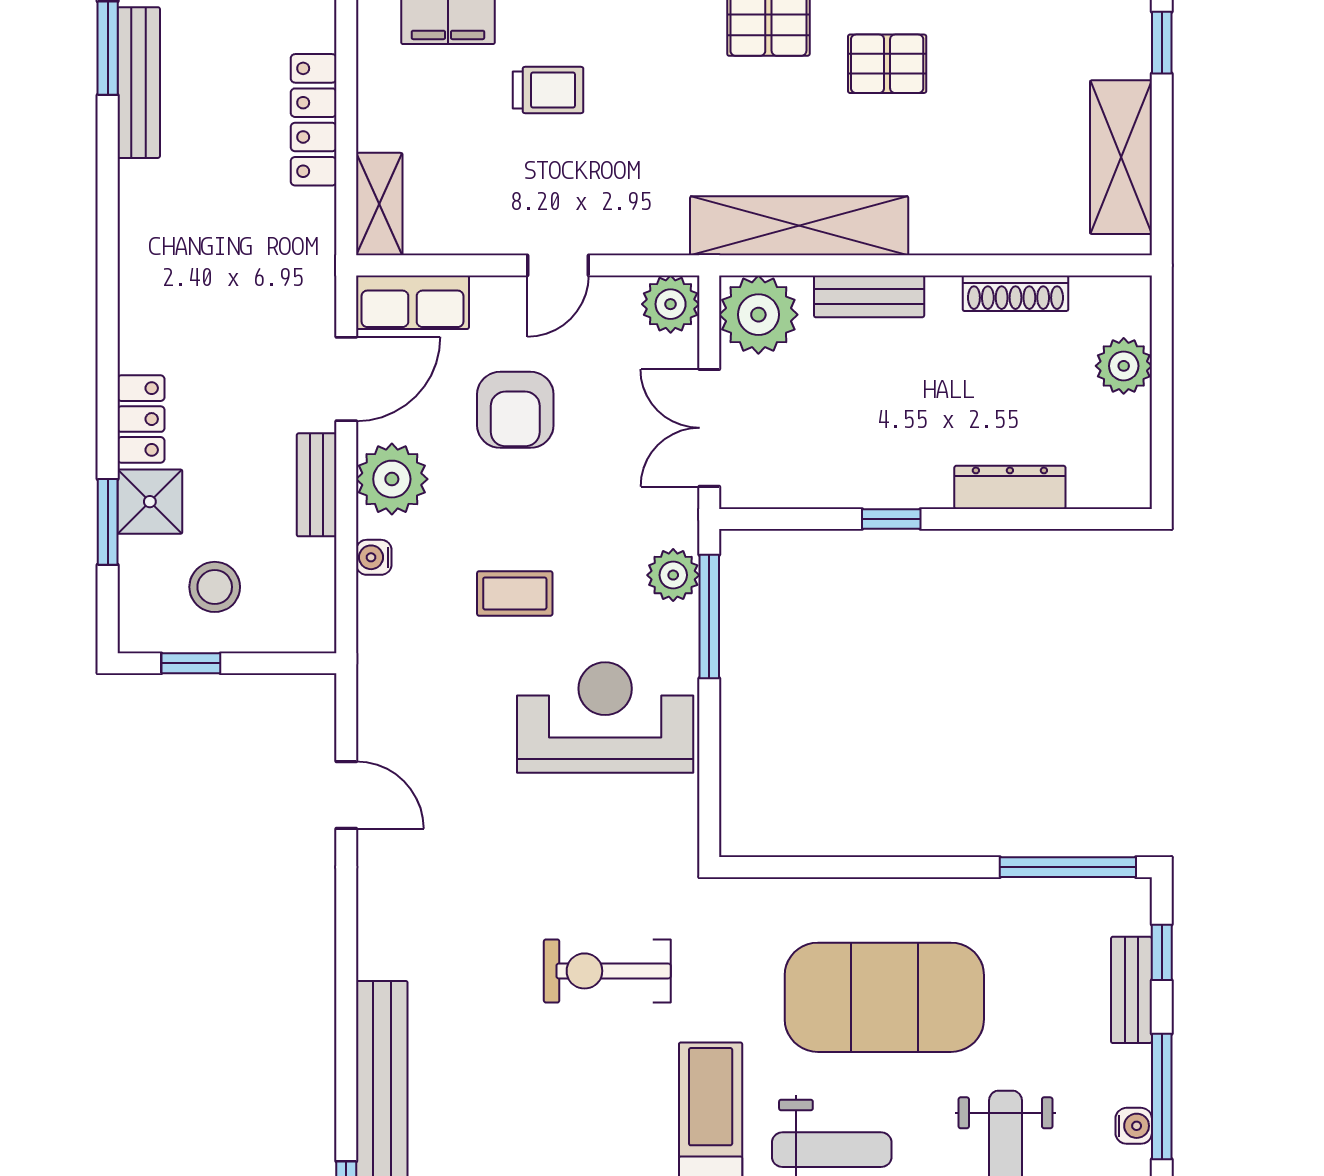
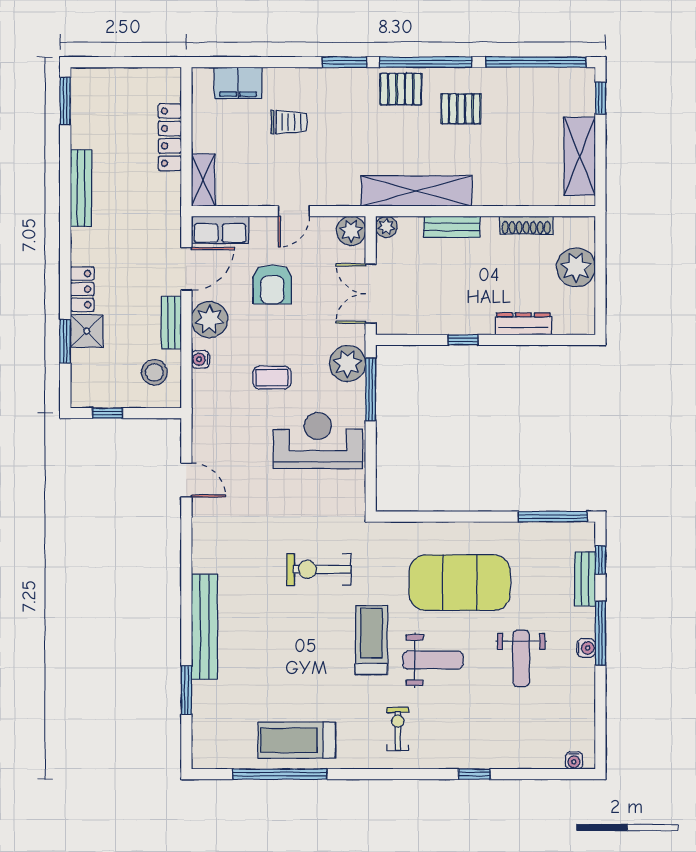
bench: (139, 83) -> (81, 188), moved
plant: (758, 315) -> (386, 227), width x0.53, depth x0.53
plant: (1124, 366) -> (576, 267), width x1.36, depth x1.36
plant: (673, 575) -> (348, 364), width x1.36, depth x1.36
stool: (215, 587) -> (154, 372), moved

